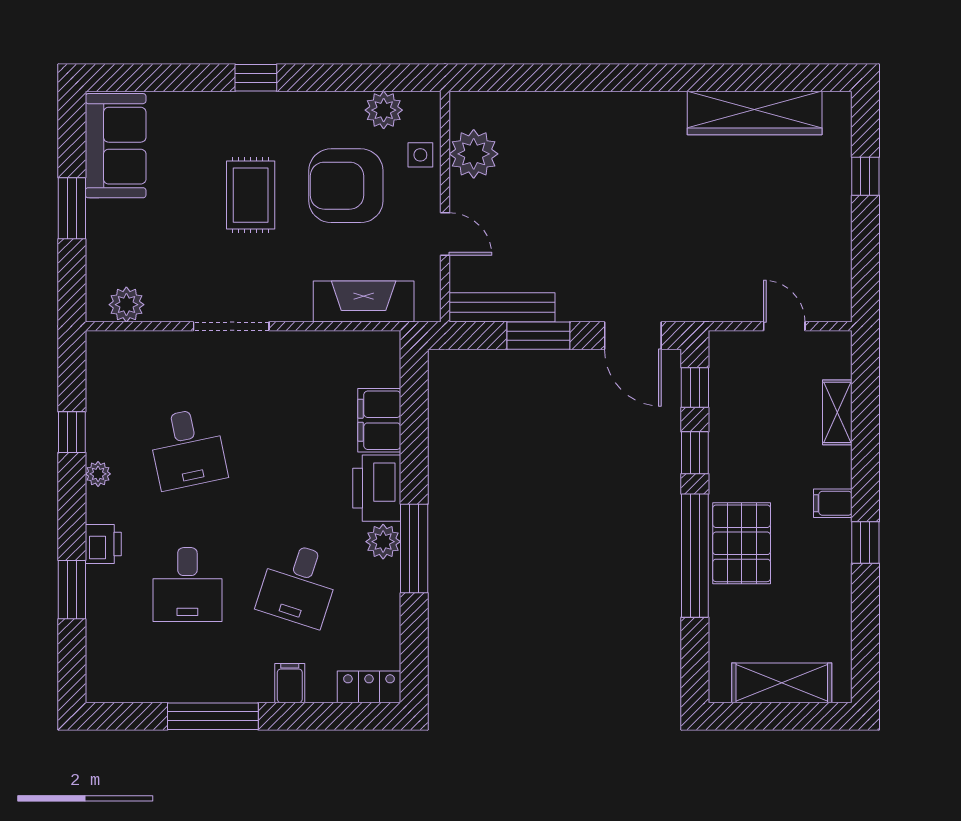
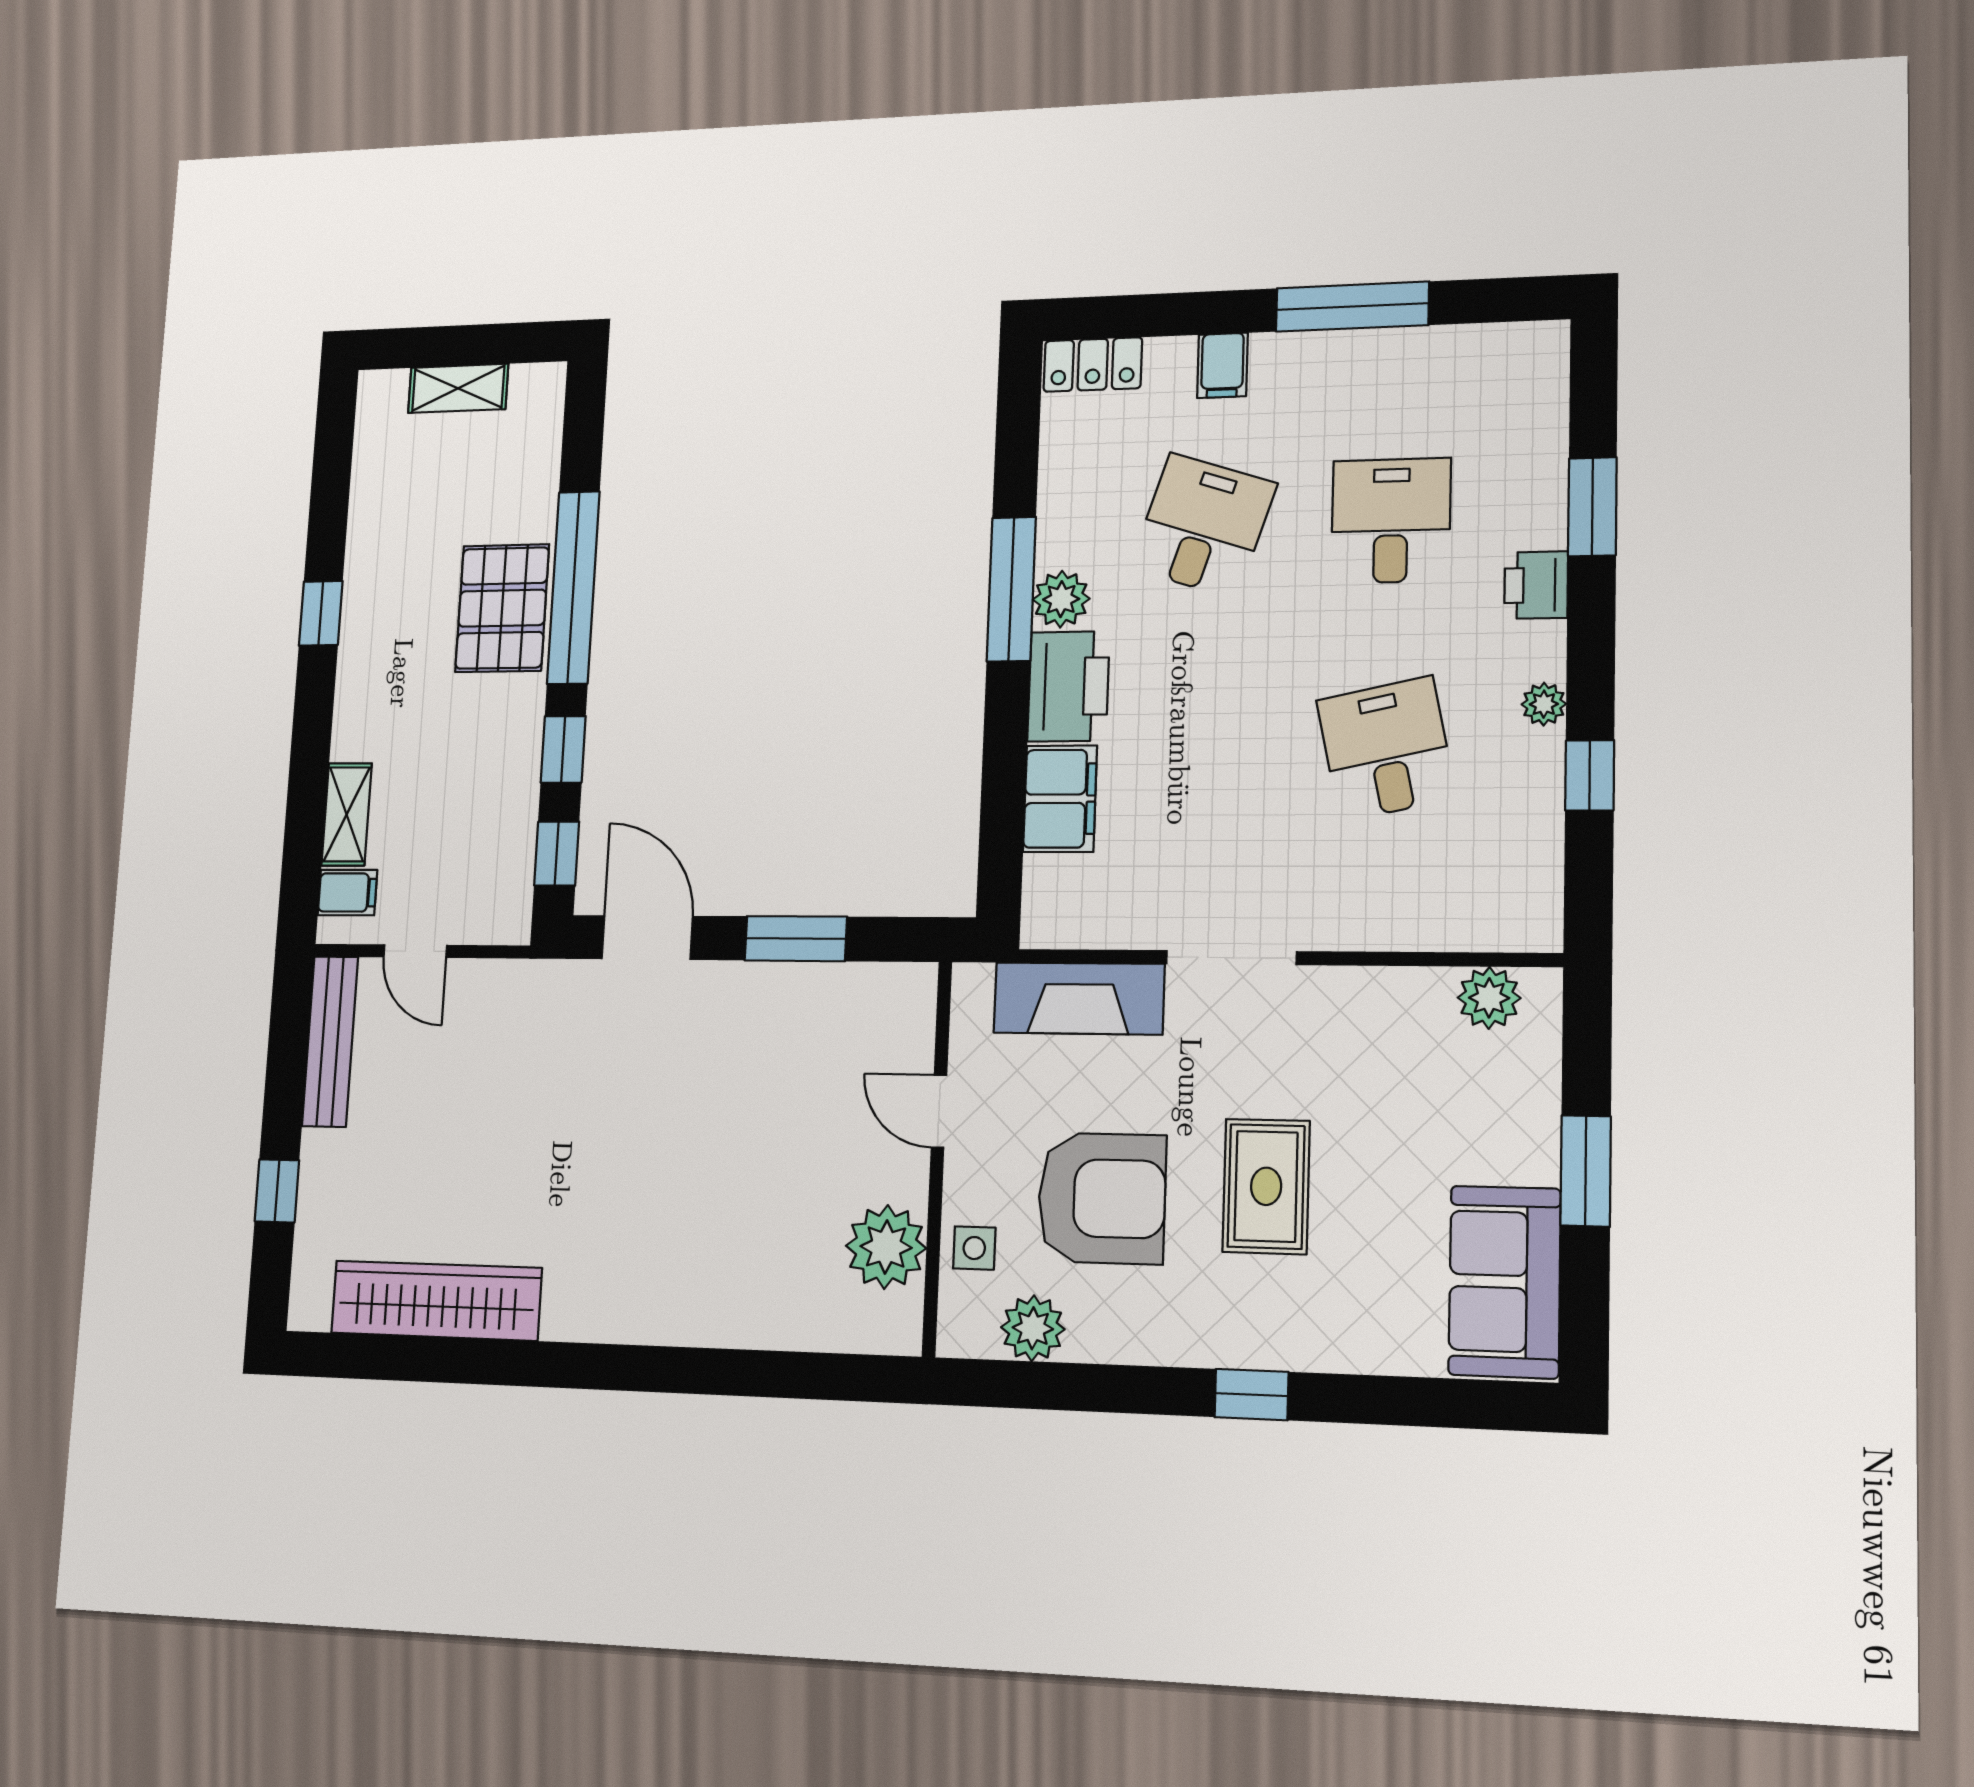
bench: (502, 307) -> (330, 1041), moved, turned 90
doorway: (231, 326) -> (1231, 958), moved
filing cabinet: (833, 503) -> (347, 893), moved
shelving: (782, 683) -> (458, 388), width x0.67, depth x0.75

